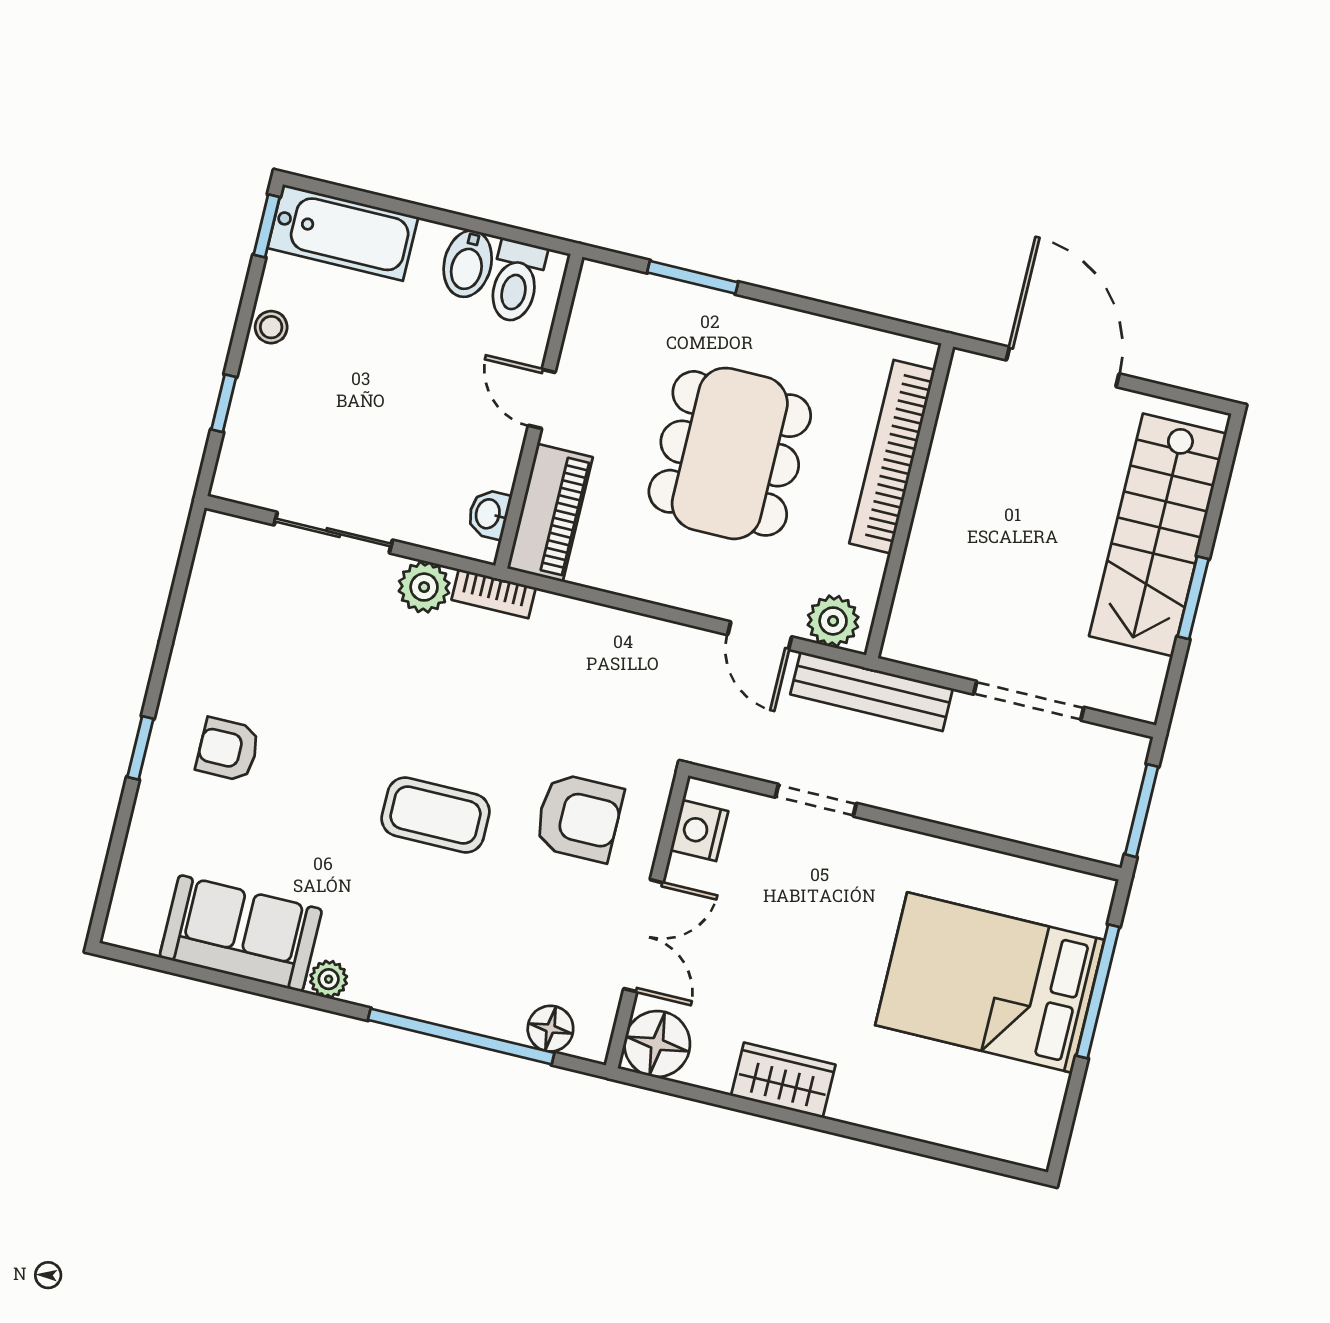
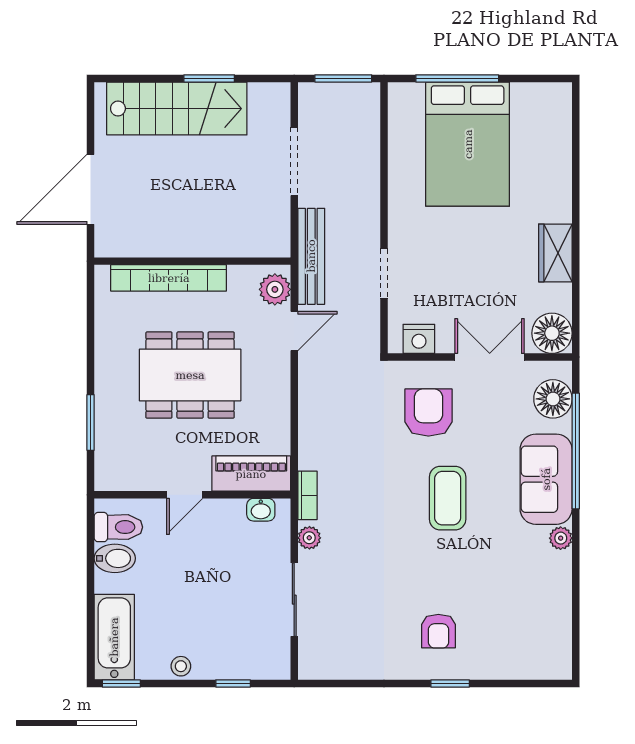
plant: (424, 587) -> (309, 538), width x0.73, depth x0.73
sofa: (241, 933) -> (546, 479), moved
floor lamp: (550, 1029) -> (553, 399), width x1.38, depth x1.38

